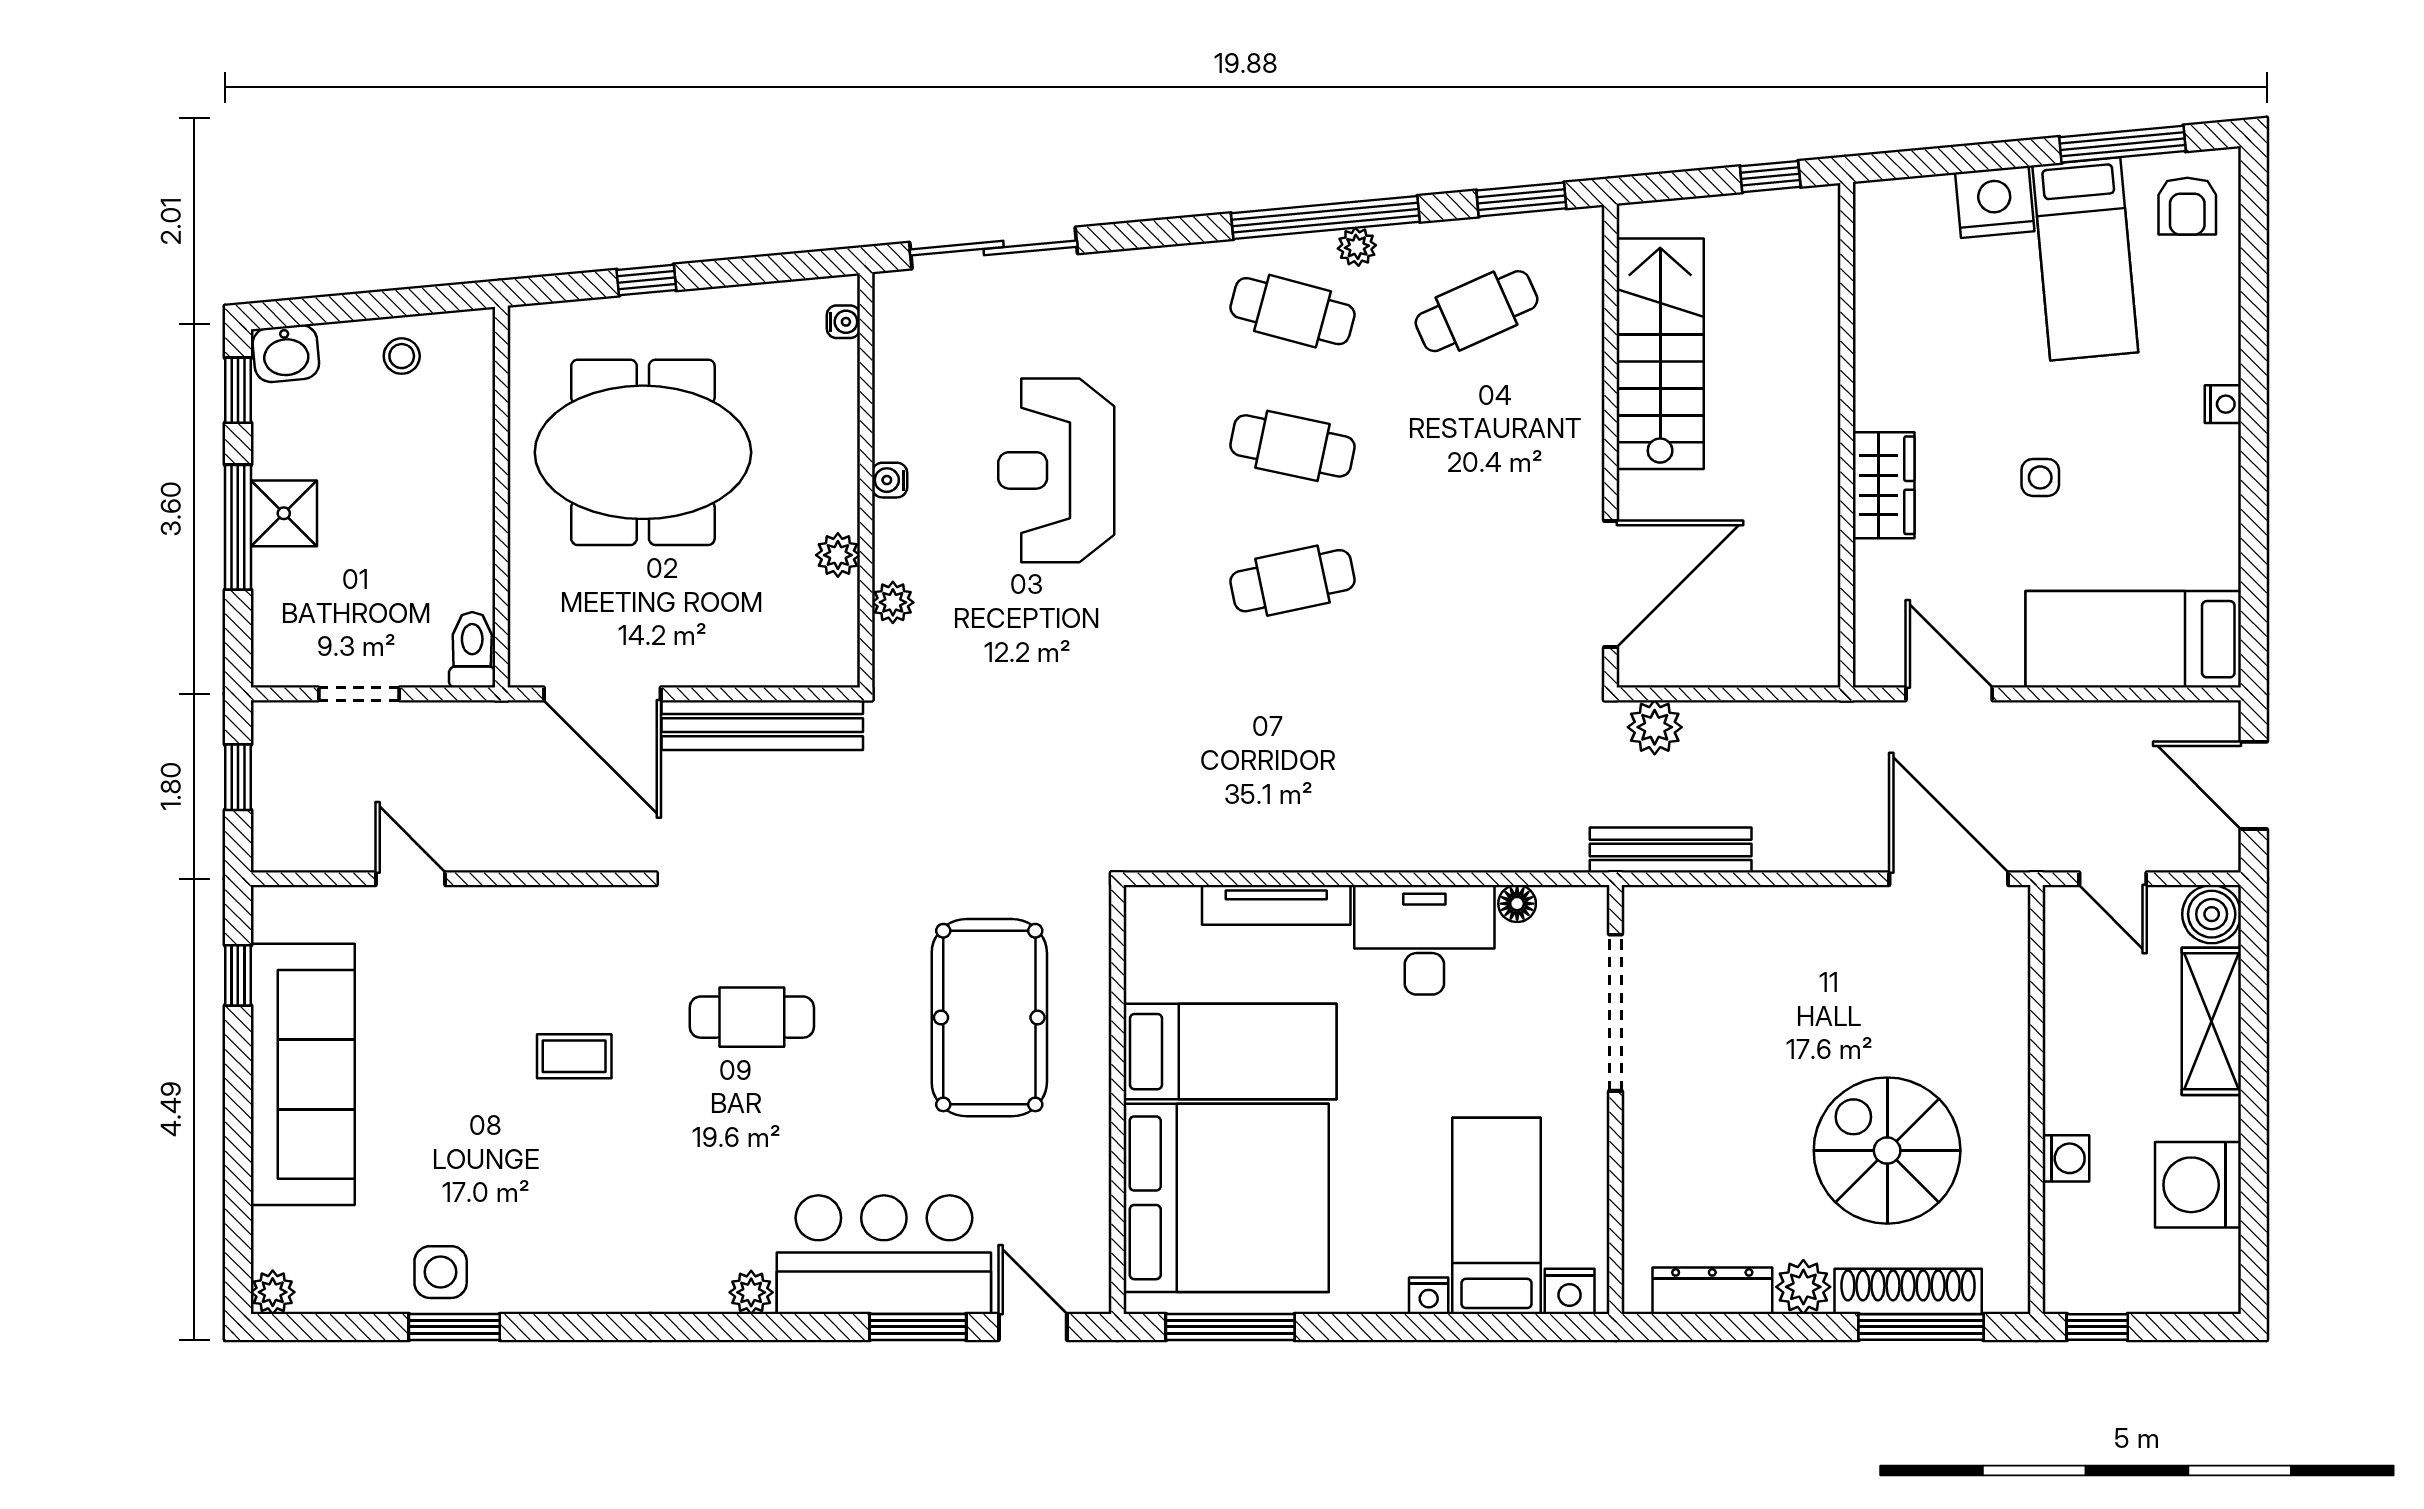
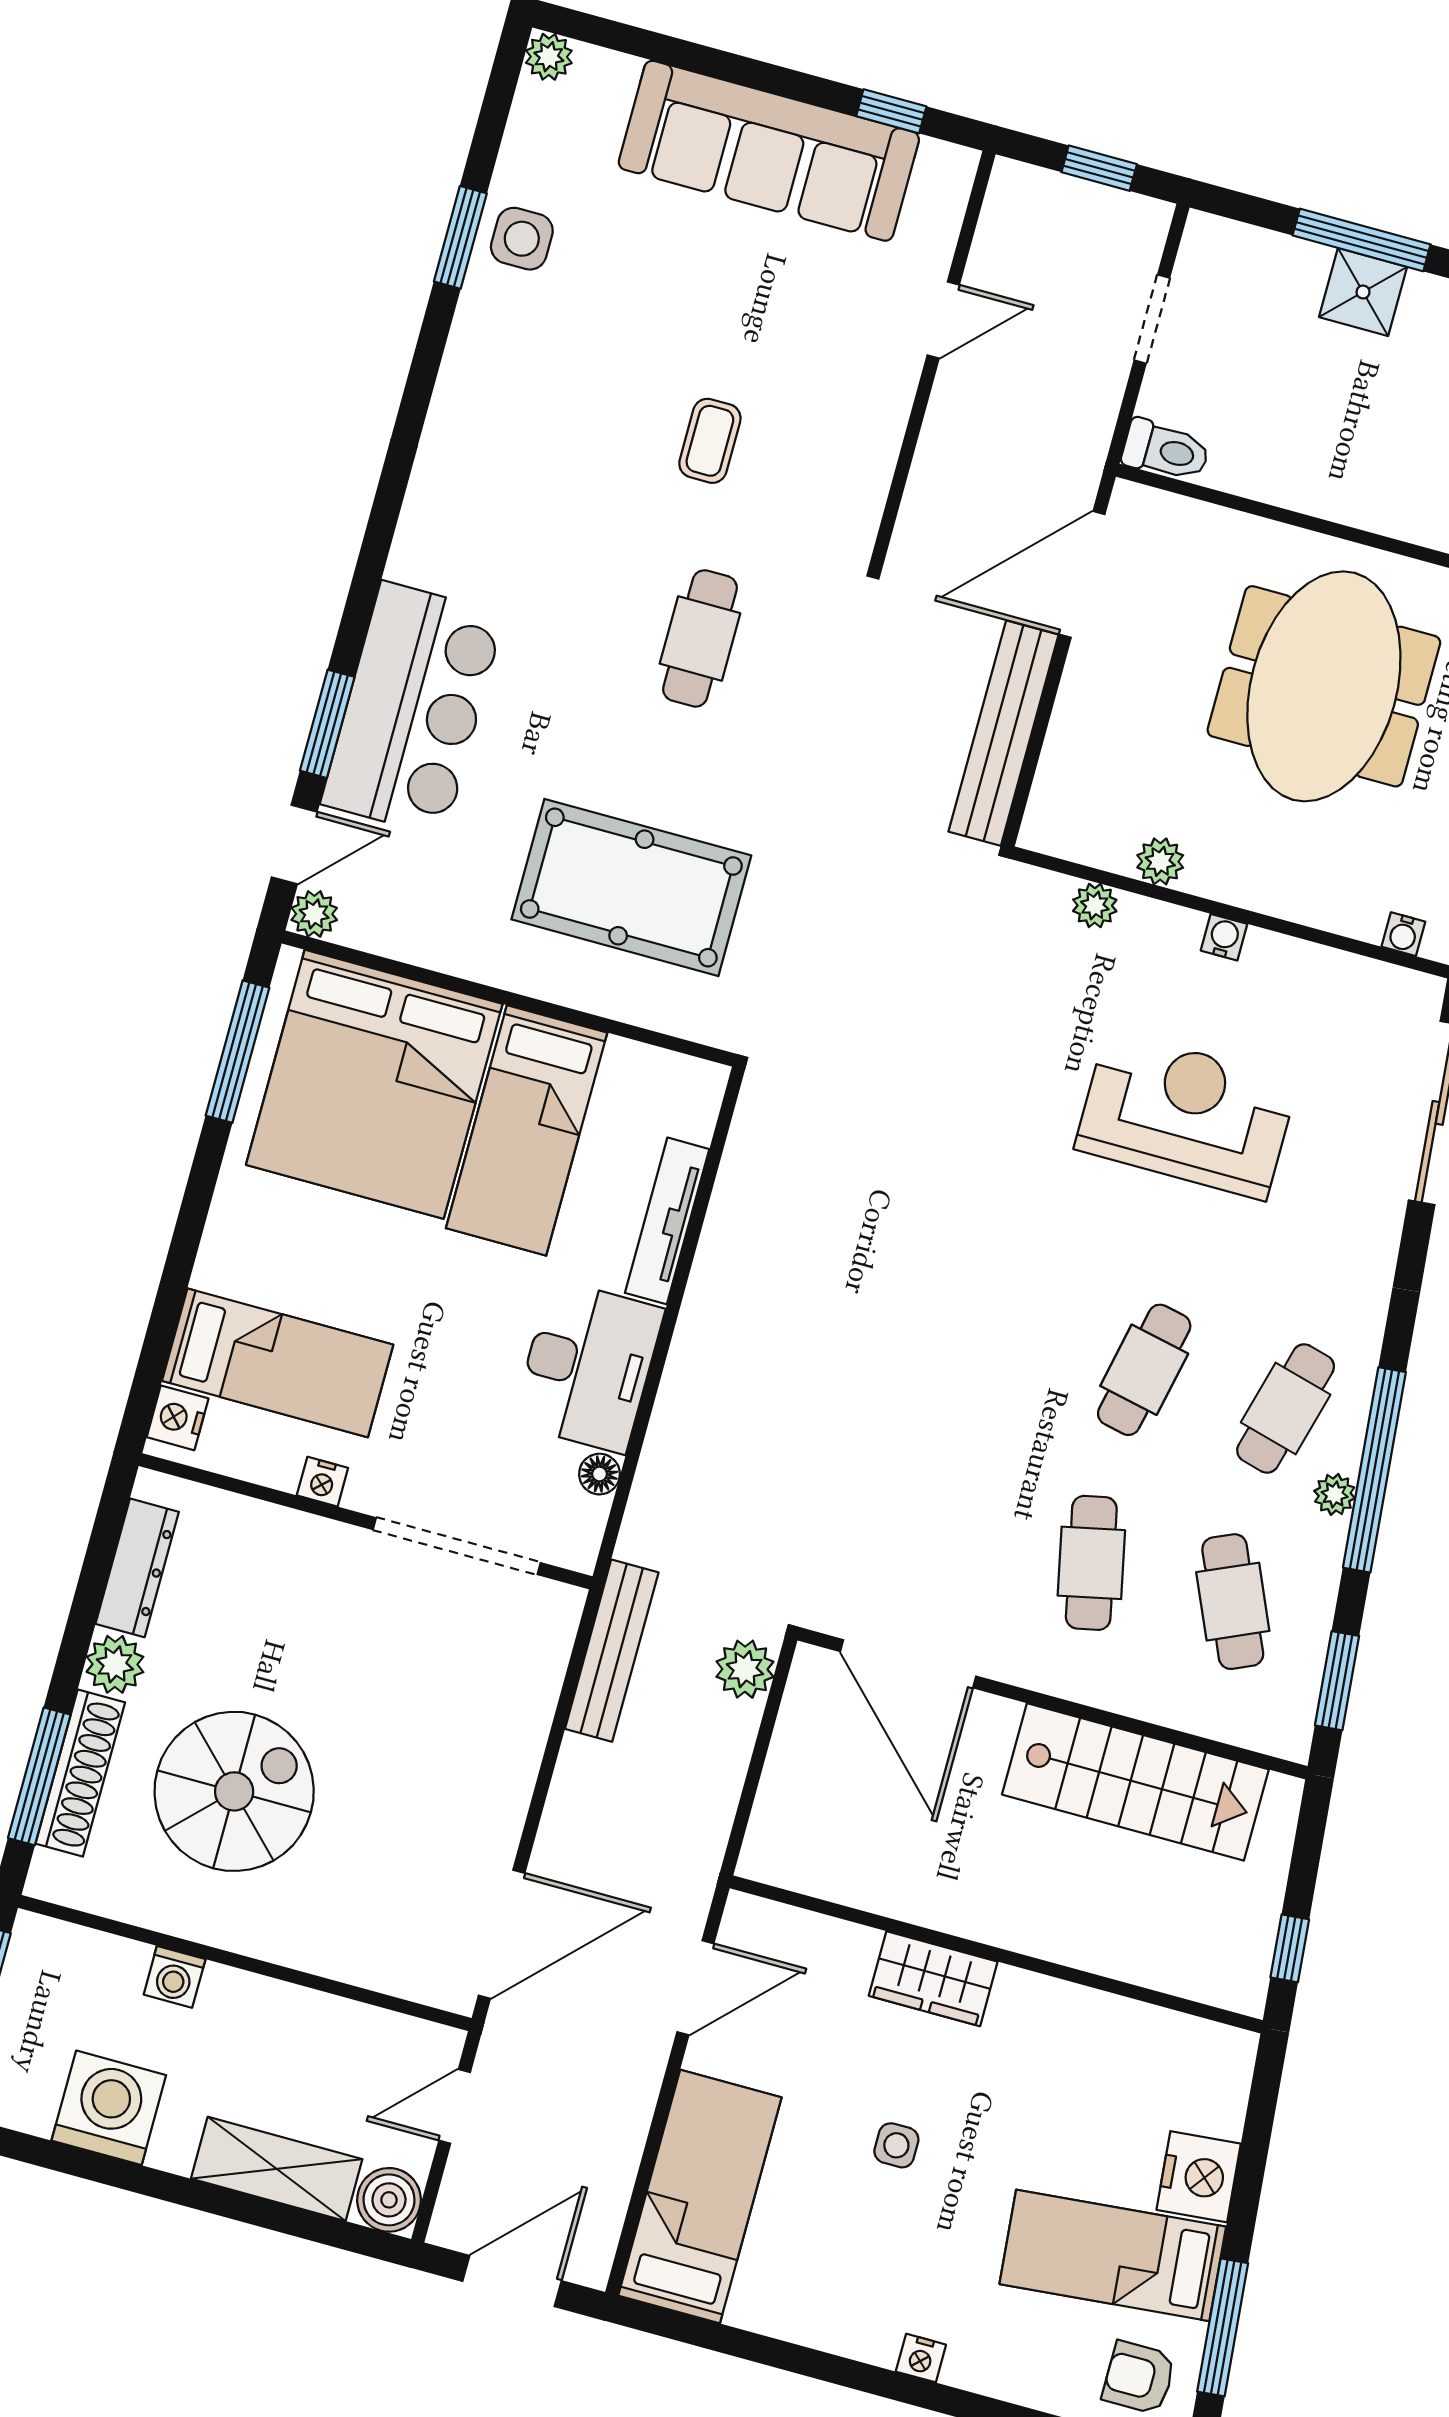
cafe table: (1292, 581) -> (1091, 1563), moved
plant: (751, 1292) -> (314, 914), moved
nightstand: (1429, 1296) -> (322, 1482), moved, turned -90

